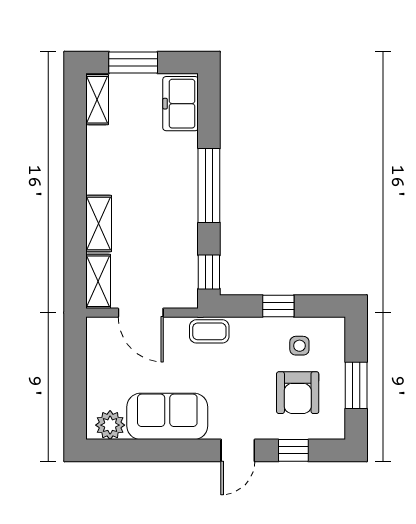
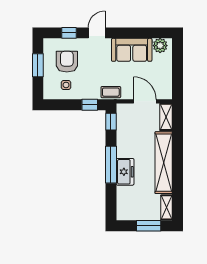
freezer: (181, 104) -> (125, 172), moved
shelving: (99, 223) -> (164, 163), width x2.20, depth x1.33
window: (278, 306) -> (90, 105), moved

